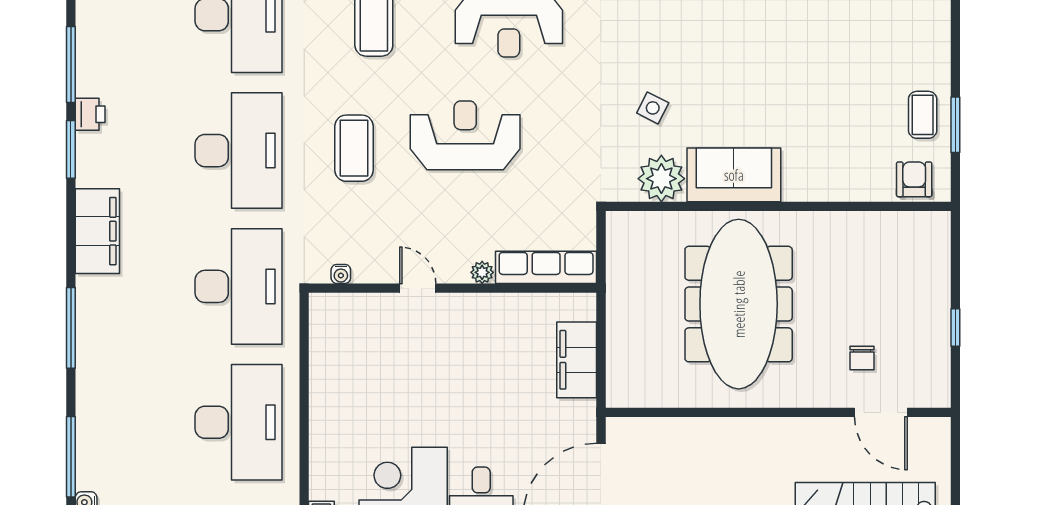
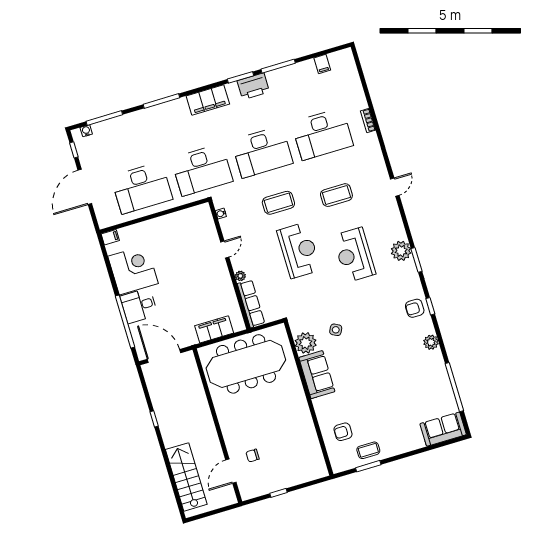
printer: (90, 114) -> (253, 86), width x1.87, depth x1.48
armchair: (914, 179) -> (343, 432), moved, turned 180
meeting table: (739, 304) -> (246, 364), moved

